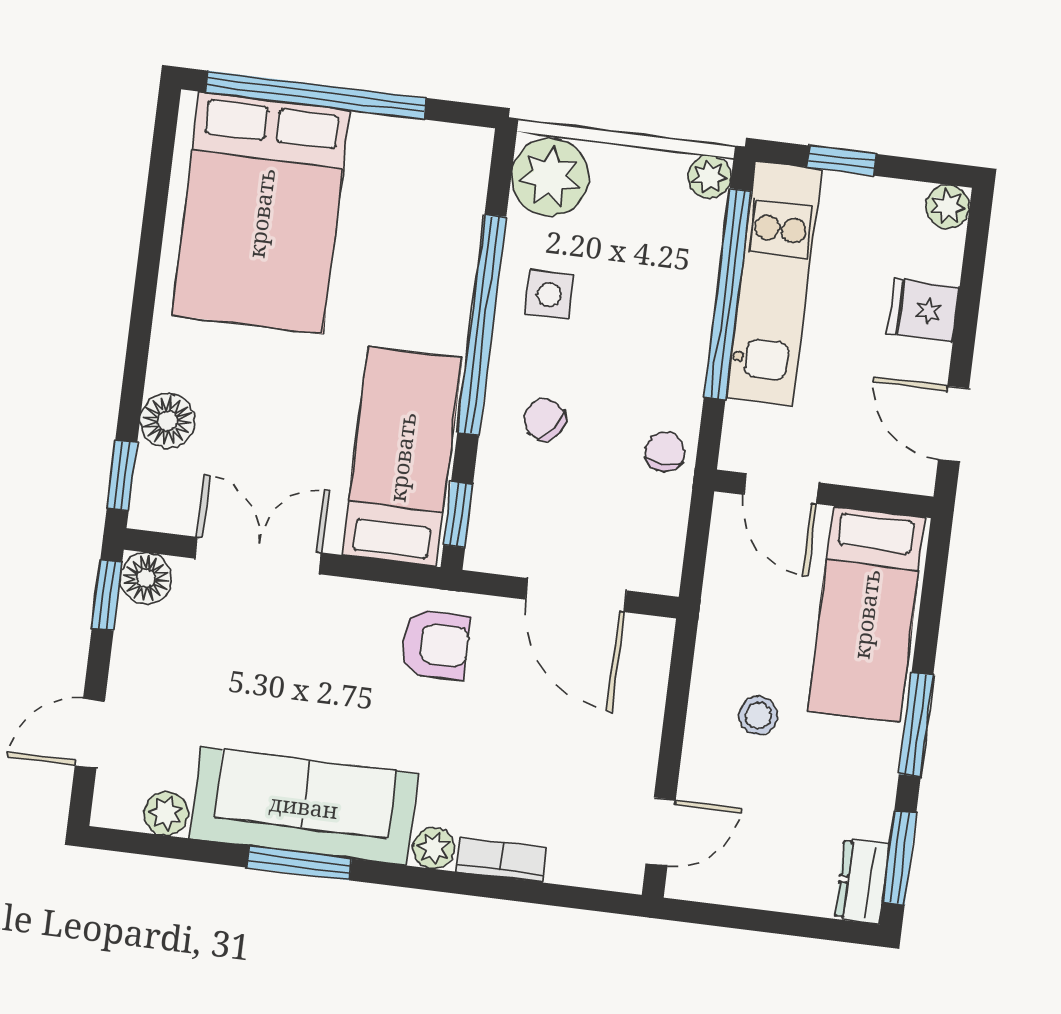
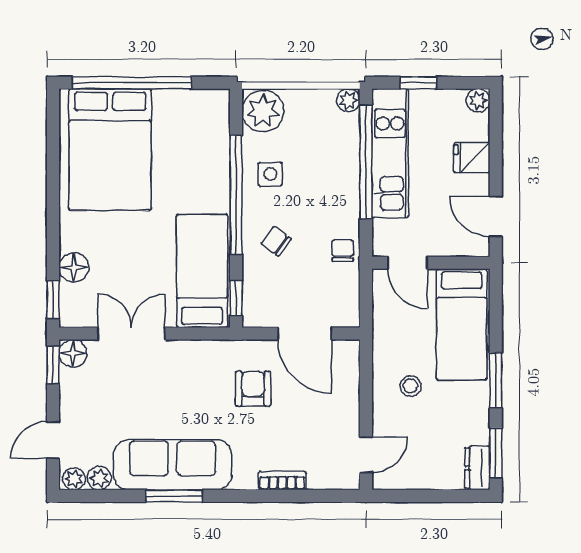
armchair: (435, 644) -> (253, 389), moved, turned -90
plant: (434, 848) -> (74, 479), moved

